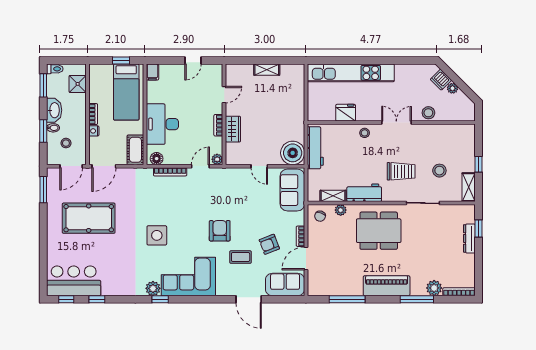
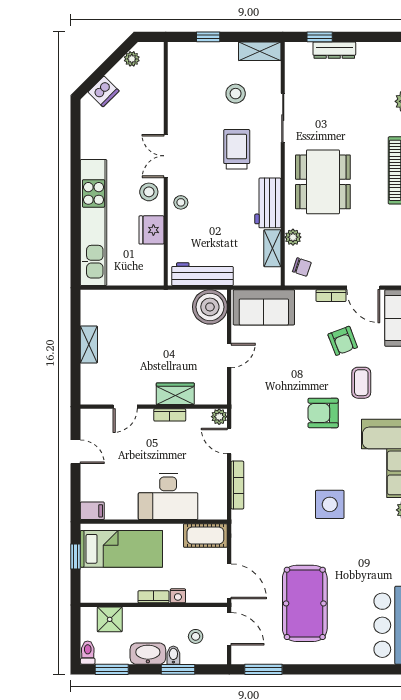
plant: (453, 88) -> (132, 59), moved
door: (224, 95) -> (125, 407), swing flipped
stool: (428, 113) -> (149, 192), moved
floor lamp: (157, 159) -> (218, 505), removed
window: (478, 164) -> (208, 37), moved

